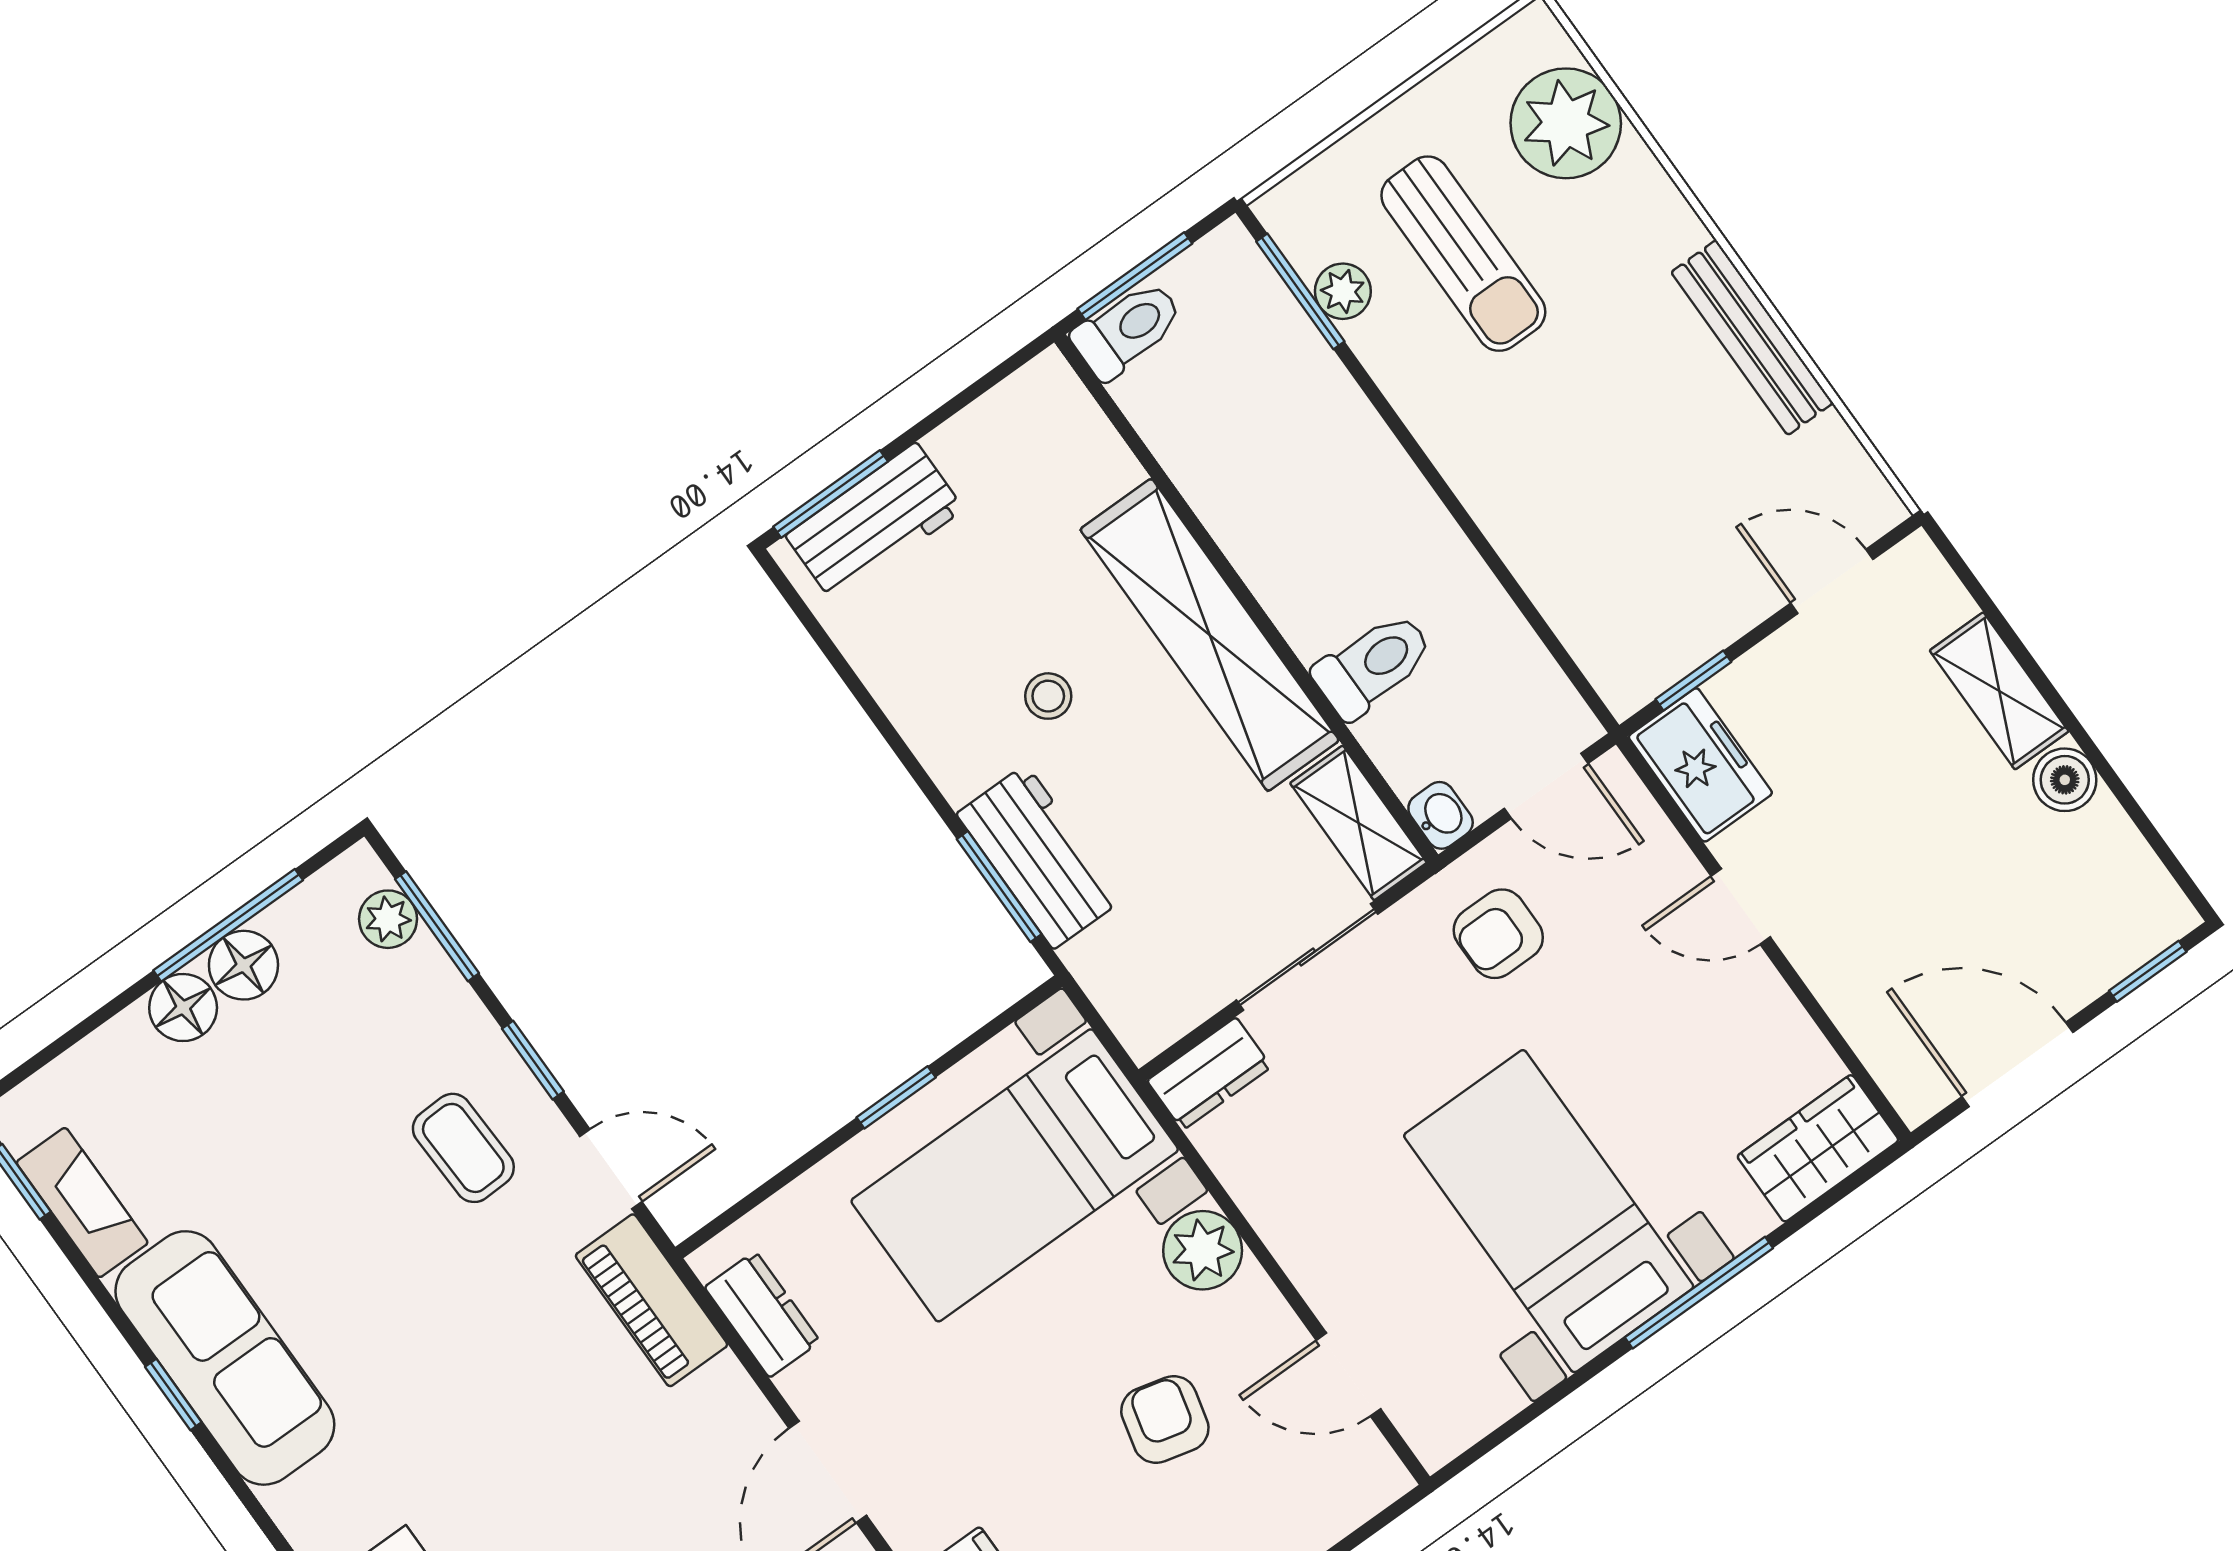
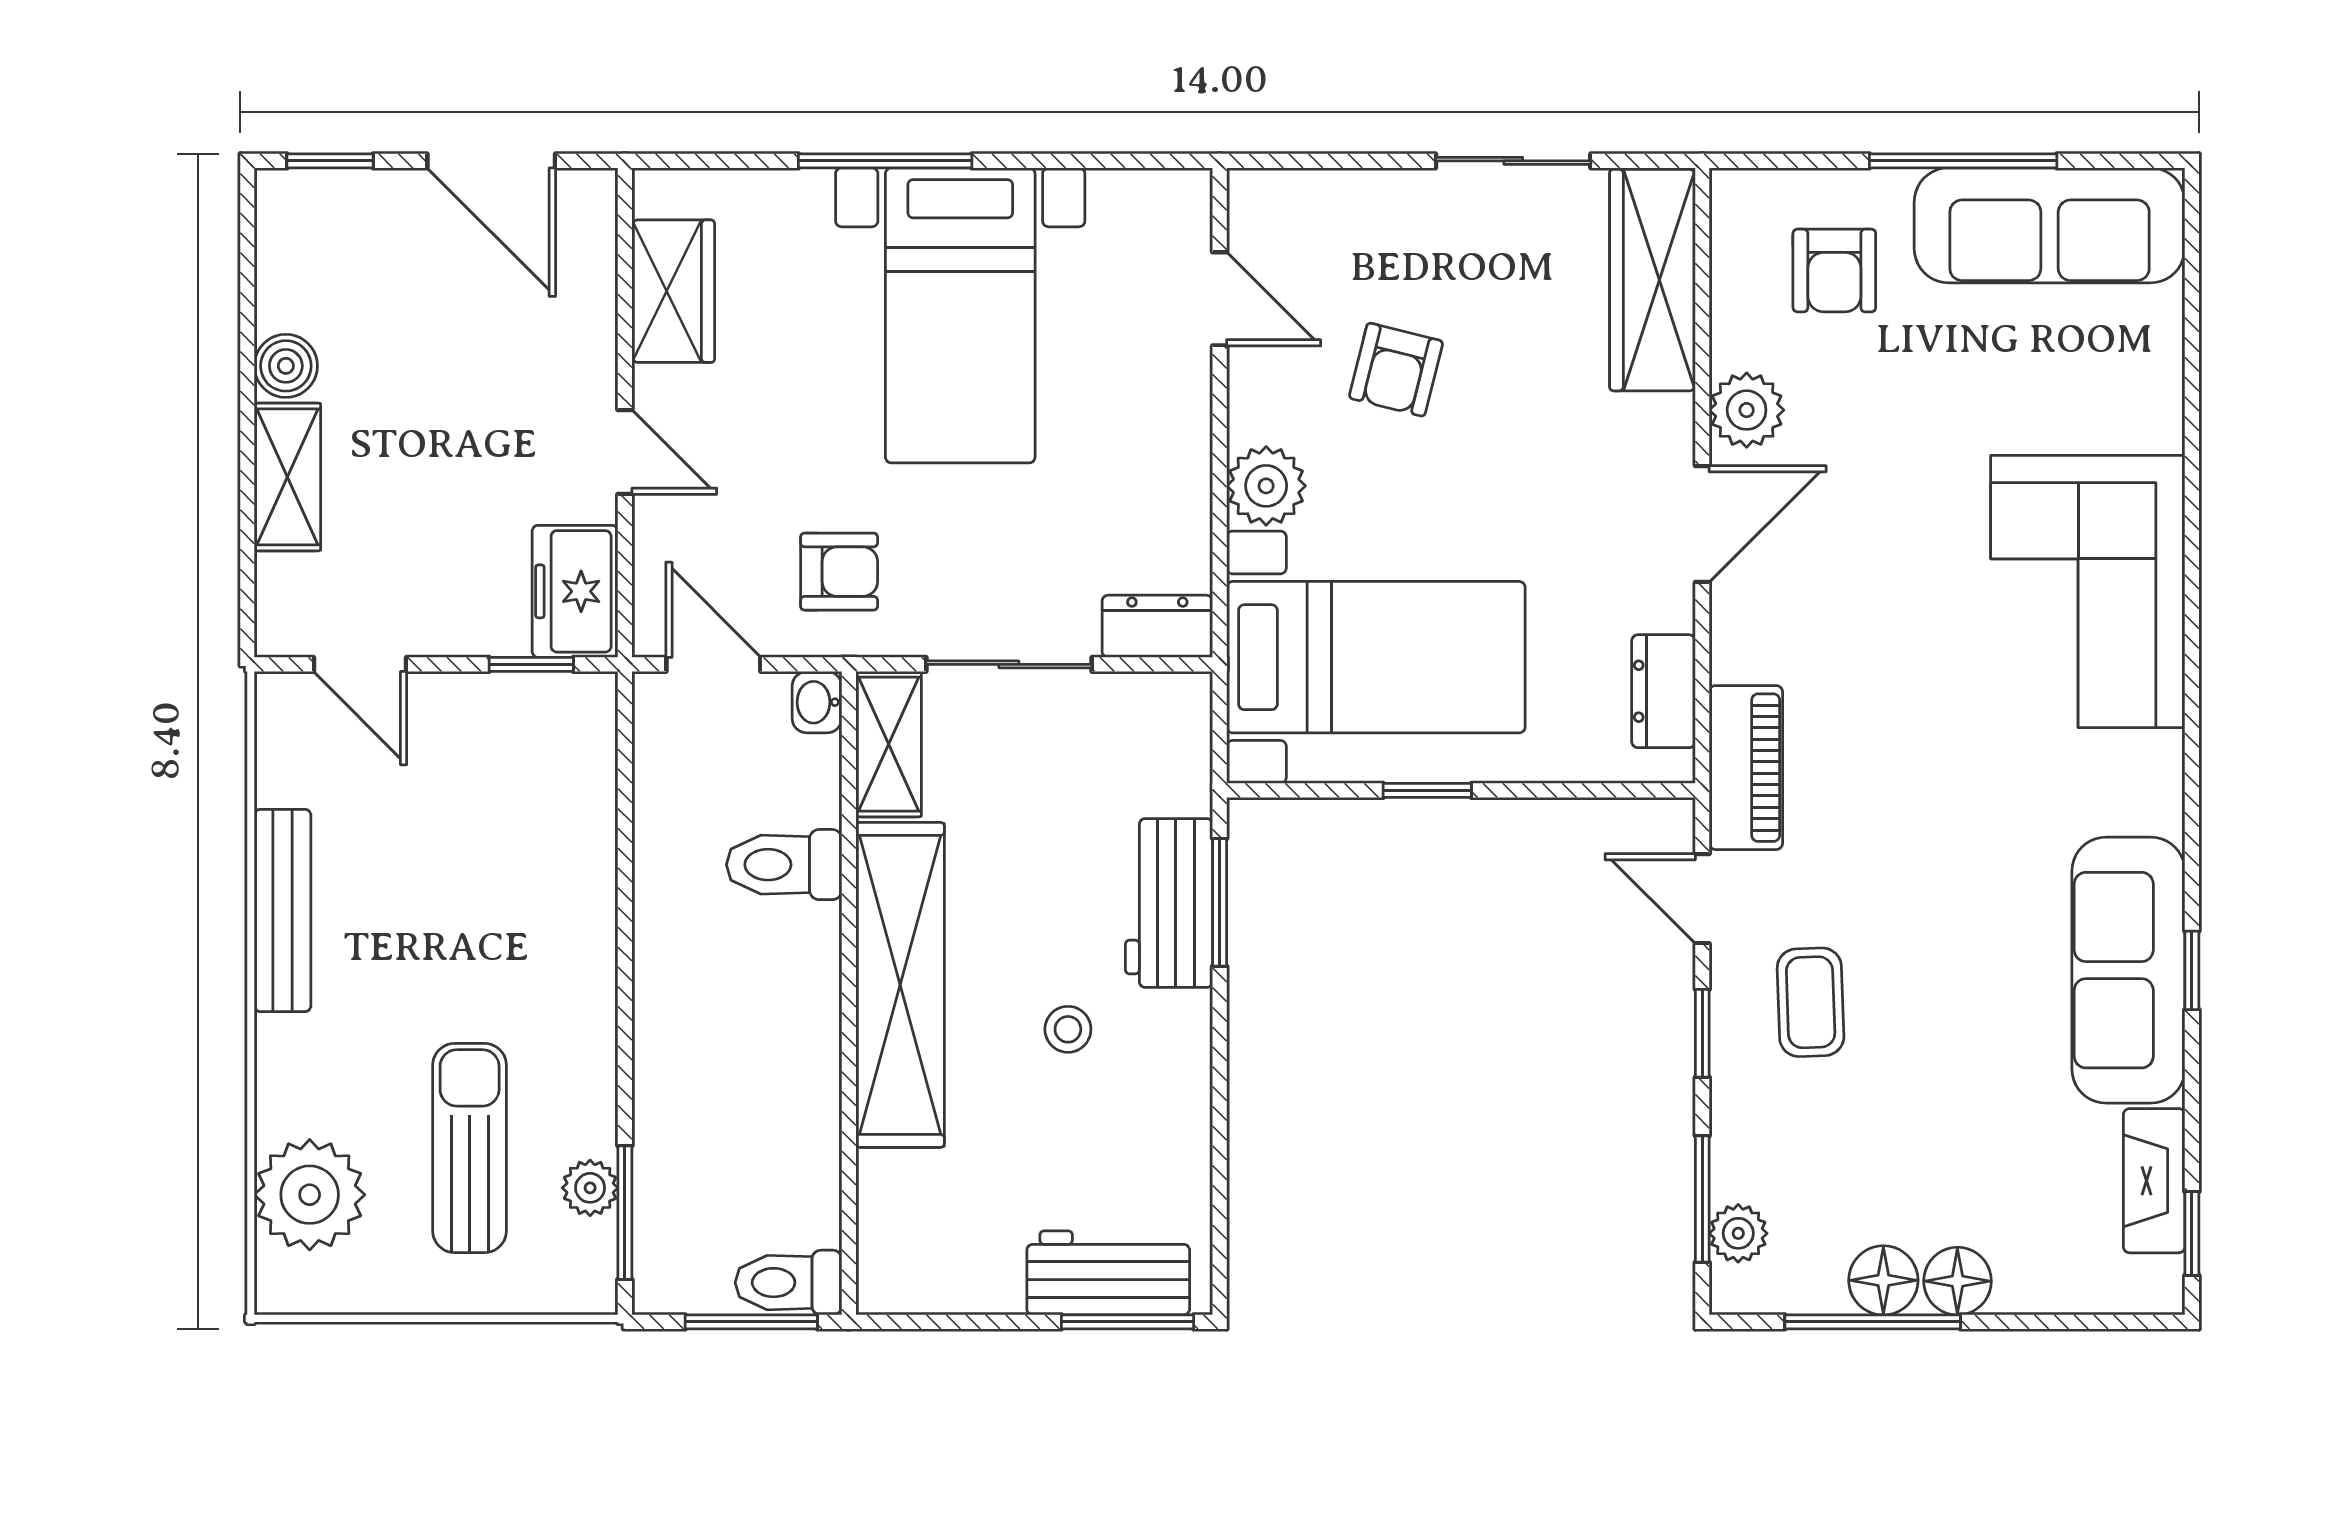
wardrobe: (1818, 1148) -> (673, 291), moved, turned -90

